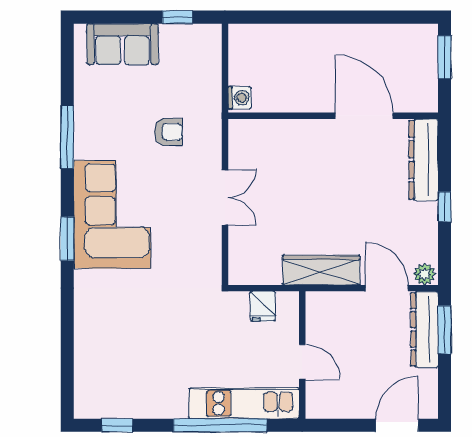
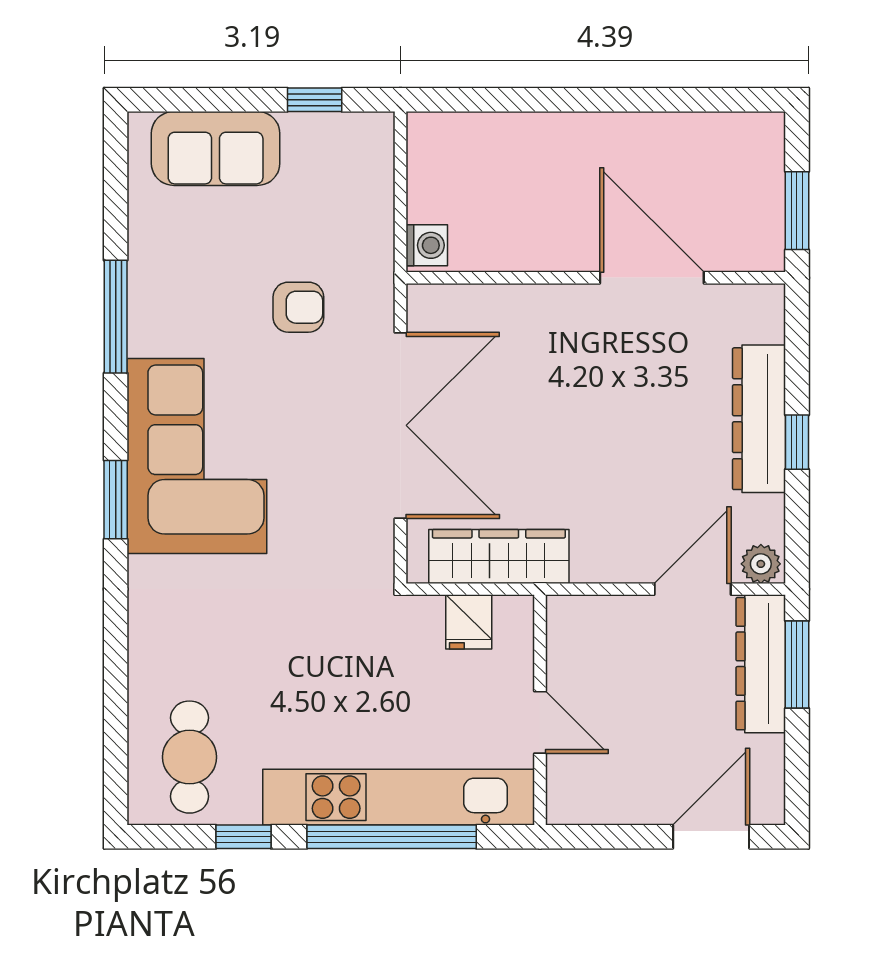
window: (445, 57) -> (797, 211), moved
dresser: (423, 160) -> (759, 419), moved
double door: (225, 197) -> (401, 425), width x1.87
wardrobe: (321, 270) -> (499, 556), moved
door: (387, 288) -> (693, 589), hinge flipped
cafe table: (108, 381) -> (190, 757), added
kitchen unit: (244, 403) -> (399, 797), width x1.36
window: (117, 425) -> (243, 837), moved

